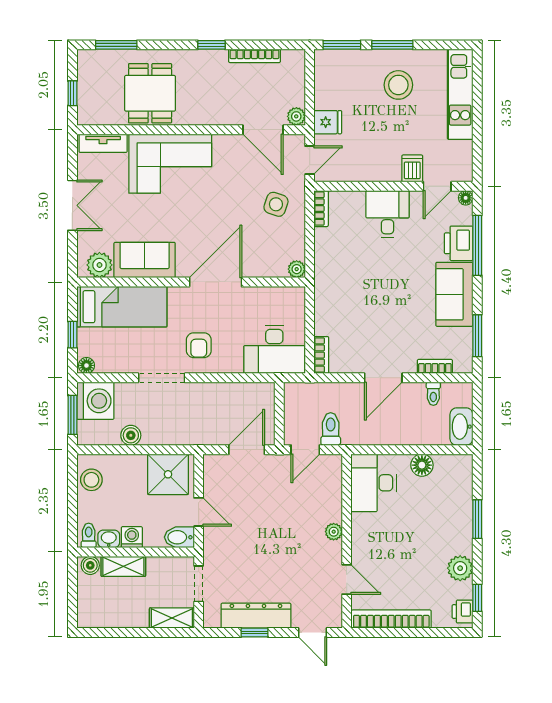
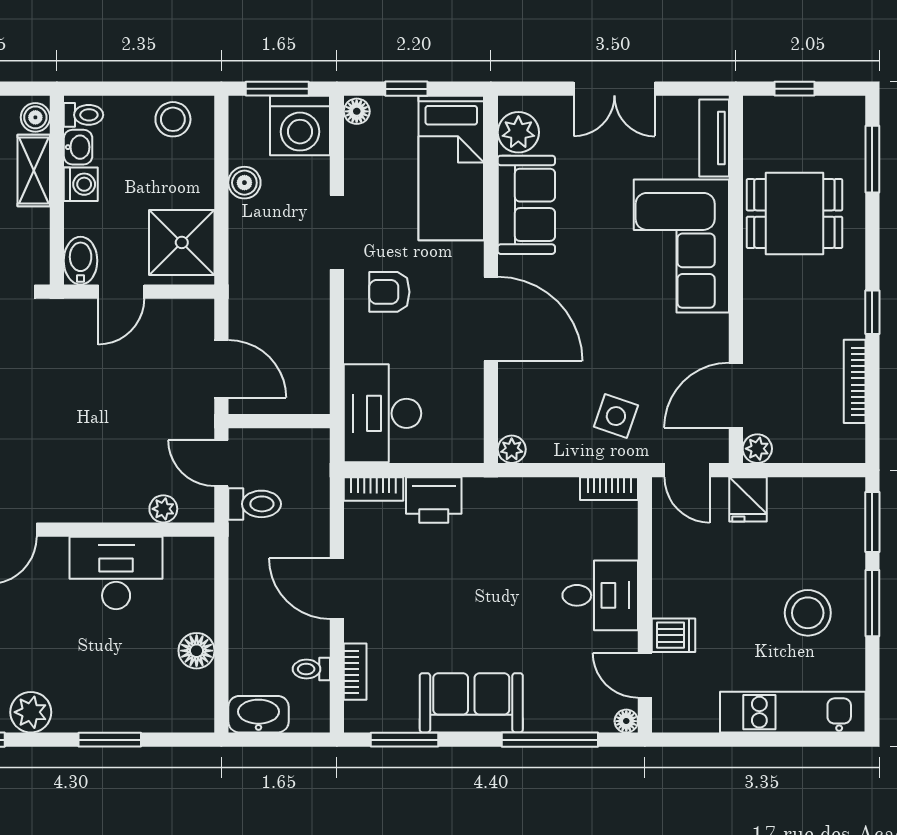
printer: (459, 243) -> (434, 500), moved, turned 180
desk: (374, 483) -> (116, 573), moved
plant: (334, 532) -> (163, 509), moved

